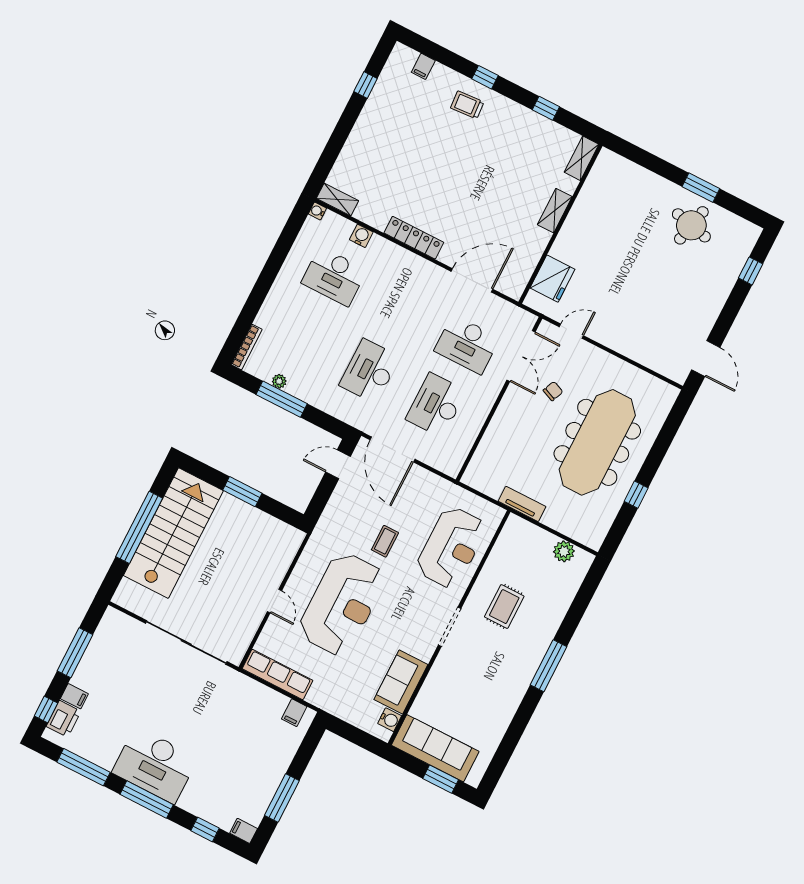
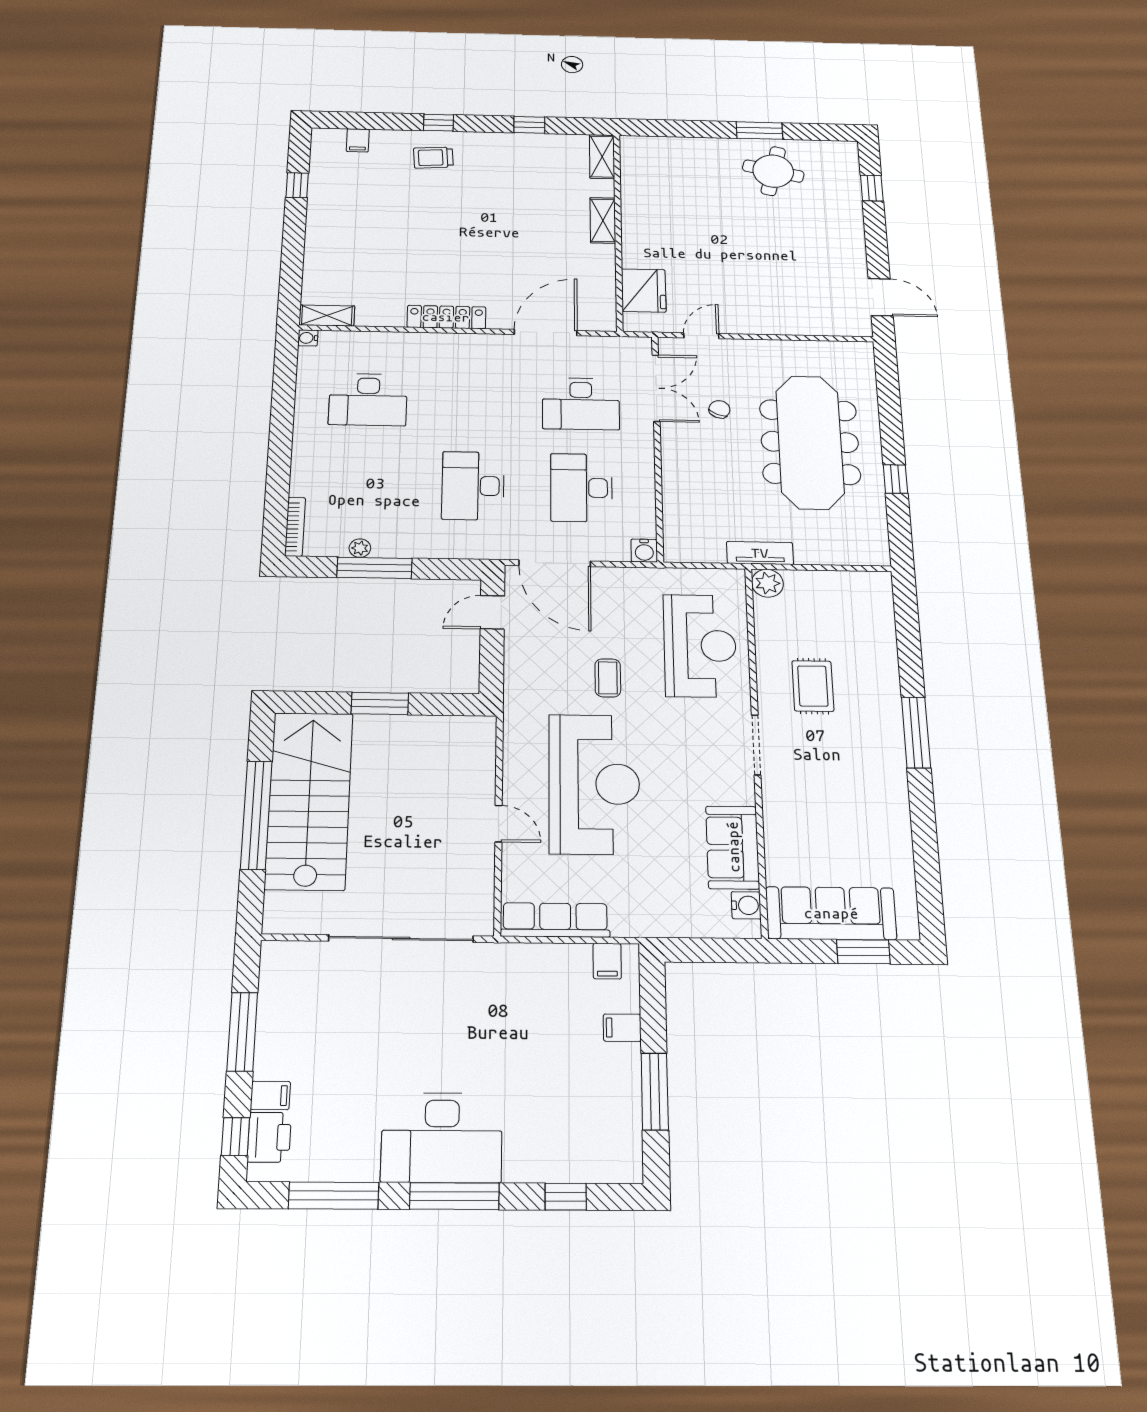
water cooler: (361, 236) -> (644, 551), moved, turned 180
plant: (564, 551) -> (767, 583), moved
filing cabinet: (244, 831) -> (622, 1028), moved

